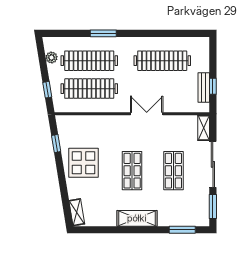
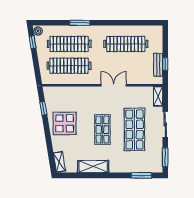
plant: (51, 58) -> (38, 31), moved
window: (47, 90) -> (33, 42), moved
sliding door: (213, 164) -> (165, 125), width x0.73
shop shelf: (173, 171) -> (135, 130), width x1.43, depth x1.36
shelving: (137, 218) -> (93, 167), moved

